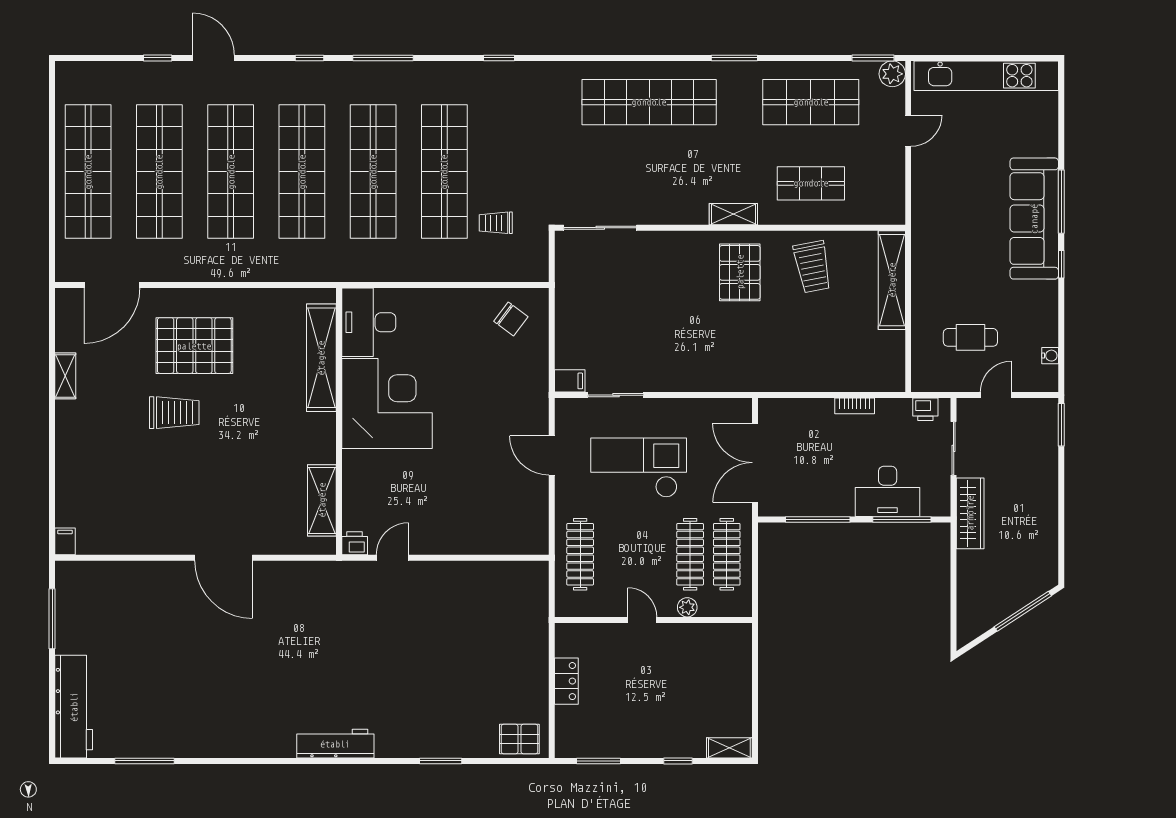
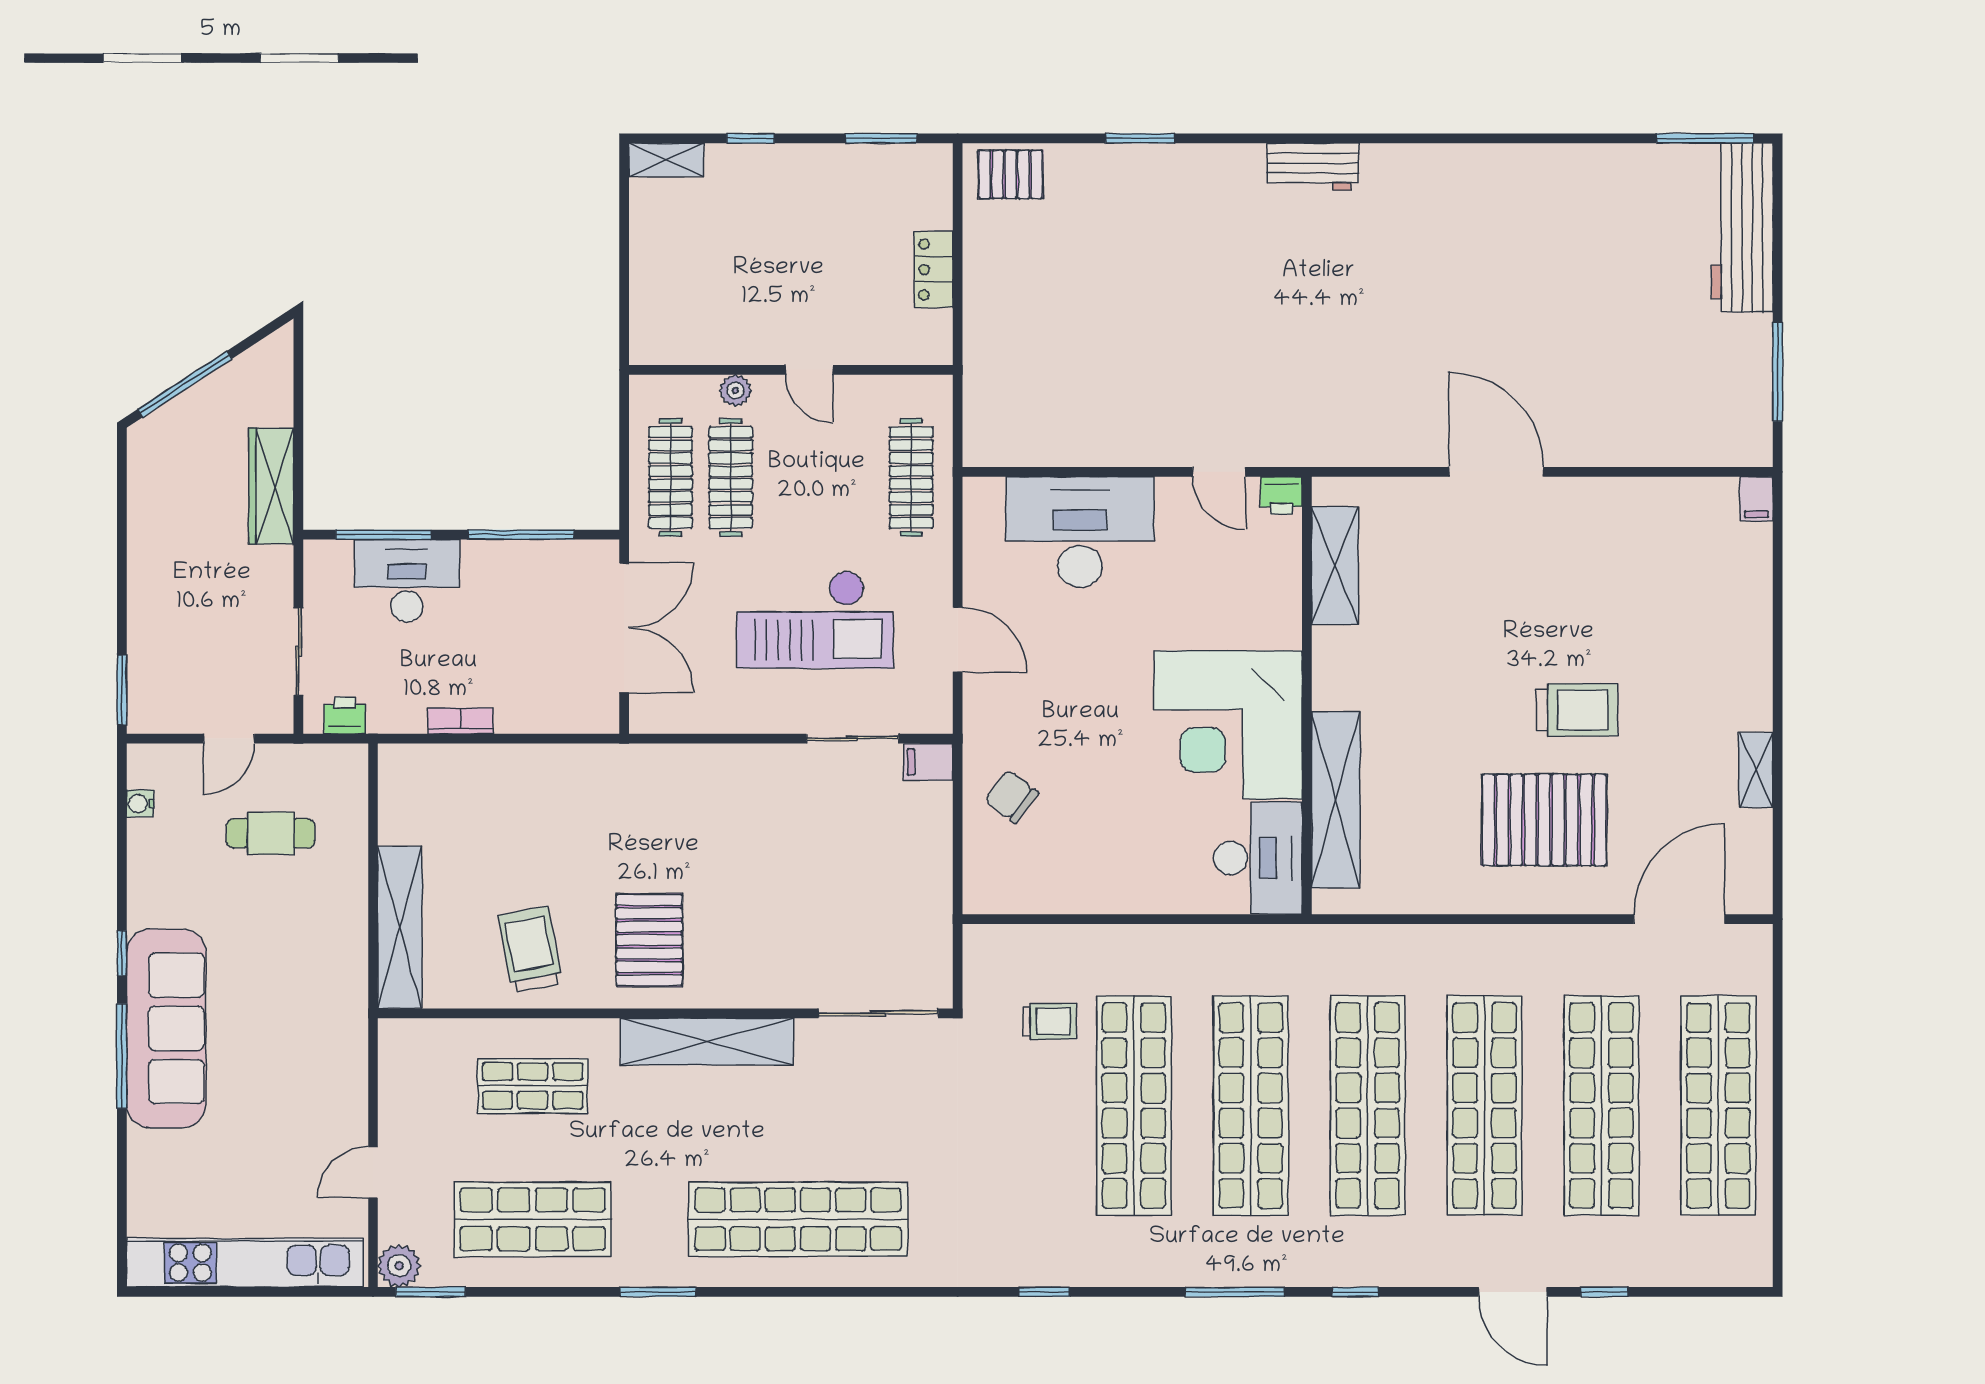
shelving: (733, 214) -> (707, 1042), width x2.20, depth x1.33
chair: (511, 319) -> (1012, 797), moved
trolley: (174, 413) -> (1577, 710), turned 180
wardrobe: (970, 513) -> (271, 486), moved
desk: (477, 521) -> (1080, 532), added
door: (393, 558) -> (1219, 472), hinge flipped
workbench: (335, 744) -> (1313, 167), width x0.73
window: (144, 761) -> (1705, 138), moved

